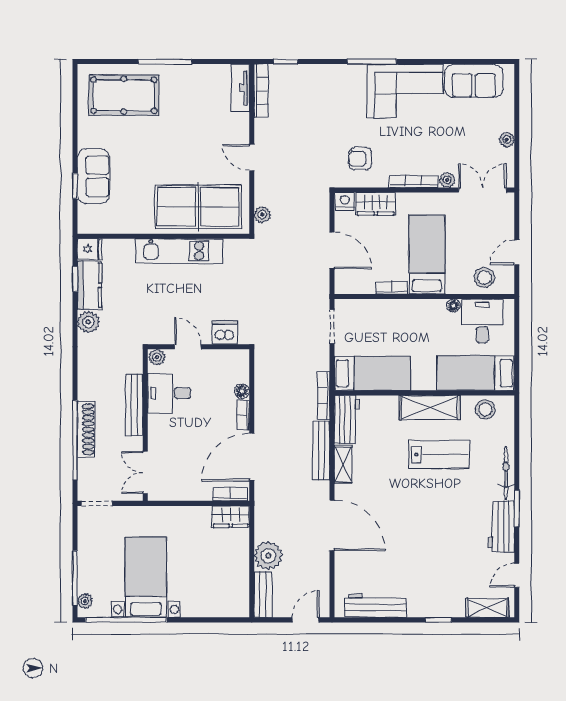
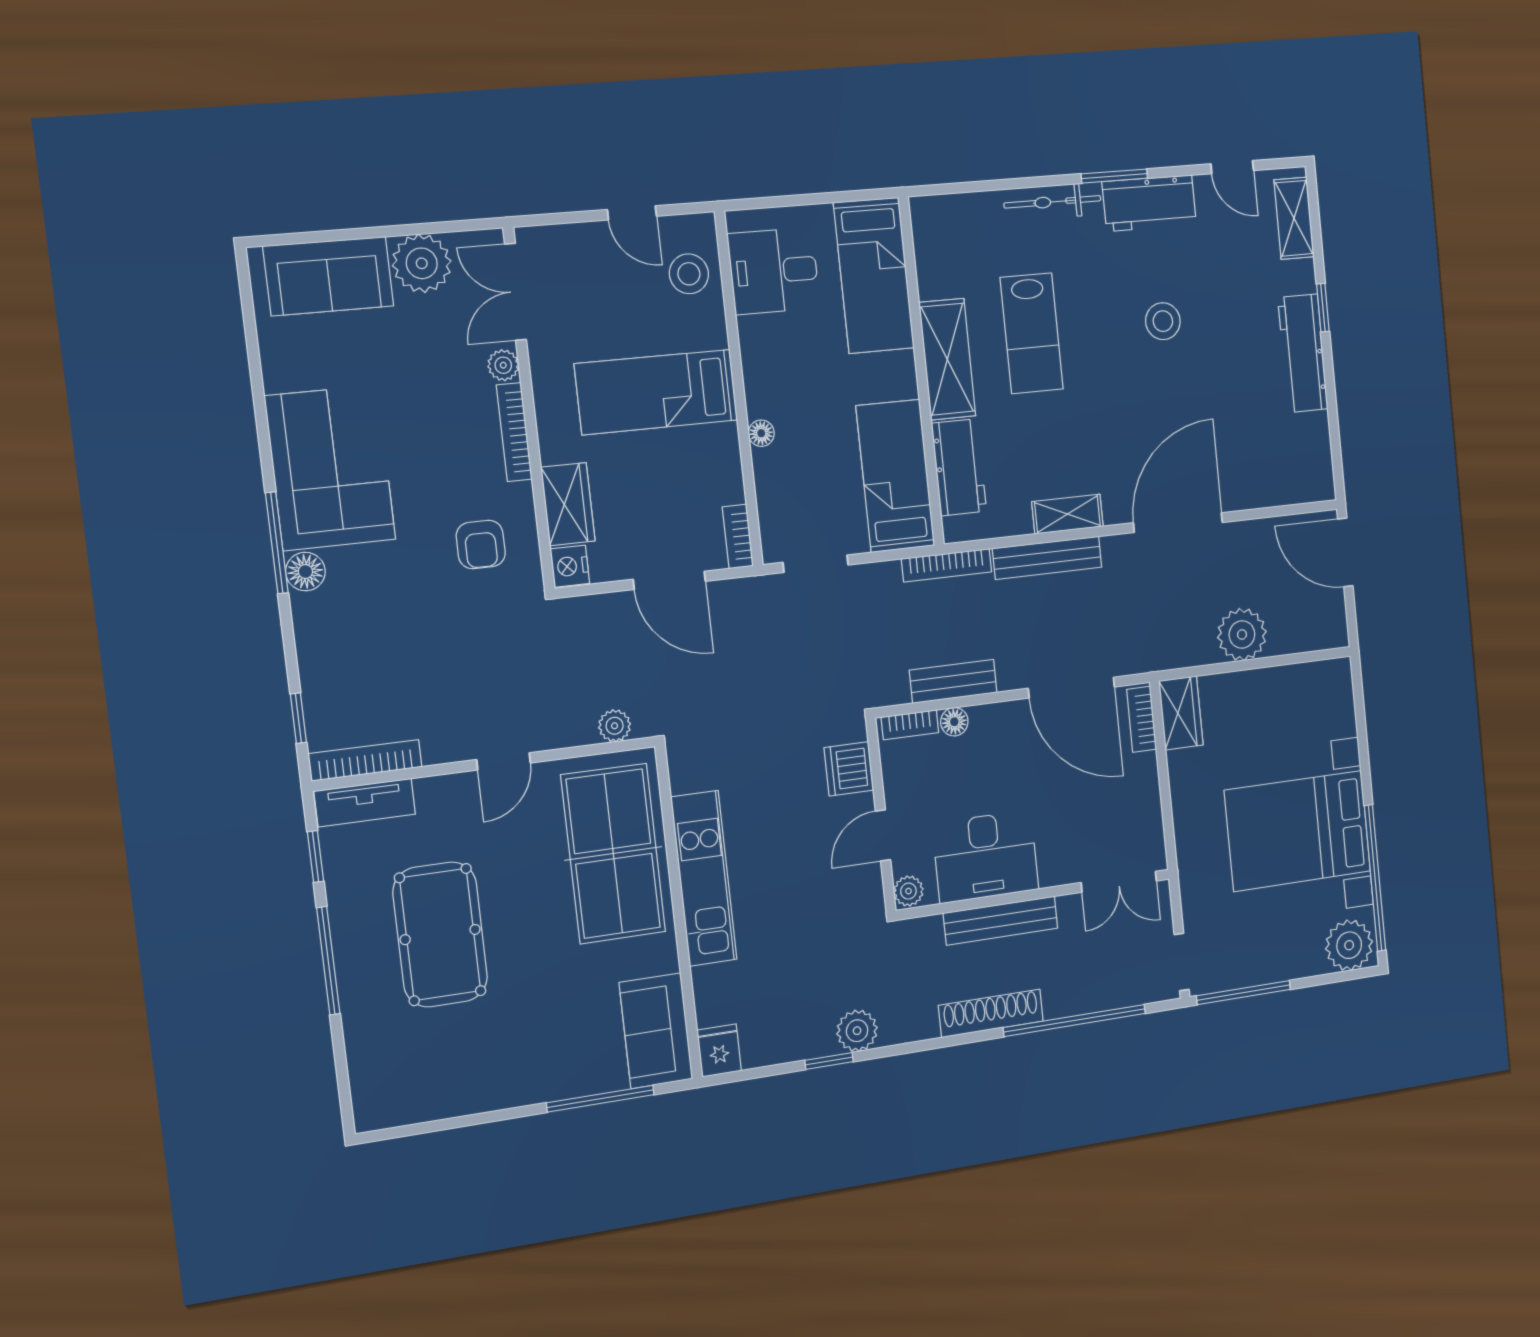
window: (217, 62) -> (315, 857), added
floor lamp: (356, 73) -> (305, 572), added
sofa: (474, 81) -> (328, 276), moved, turned 90
pool table: (124, 95) -> (440, 935), moved
plant: (507, 140) -> (422, 263), width x1.87, depth x1.87
sofa: (93, 176) -> (656, 1031), moved, turned -90
window: (75, 186) -> (600, 1099), width x2.17
door: (332, 250) -> (669, 580), swing flipped
window: (75, 279) -> (829, 1061), moved
kitchen counter: (89, 285) -> (788, 1040), removed
bookcase: (392, 288) -> (738, 536), moved
floor lamp: (453, 306) -> (761, 433), moved
desk: (169, 393) -> (985, 857), width x1.37
stool: (485, 409) -> (1163, 321), moved
bookcase: (243, 415) -> (910, 725), moved
workbench: (347, 419) -> (959, 467), moved, turned 90
shoe rack: (86, 429) -> (991, 1013), moved
lab bench: (439, 455) -> (1032, 333), turned 180
bed with nightstands: (146, 577) -> (1298, 831), width x1.36
window: (75, 578) -> (1244, 993), moved
bench: (263, 594) -> (953, 681), moved
plant: (85, 601) -> (1349, 945), width x1.88, depth x1.88
workbench: (375, 606) -> (1303, 353), moved
door: (306, 620) -> (1345, 552), width x1.38

